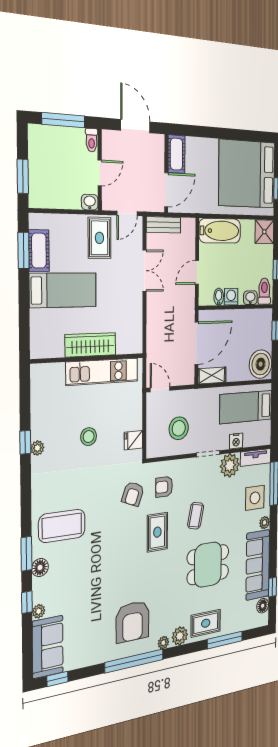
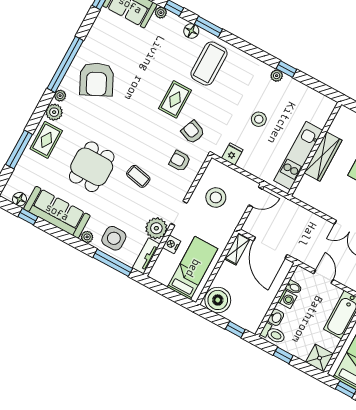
armchair: (164, 487) -> (180, 161), turned -90
rug: (157, 532) -> (175, 99), moved, turned 90
armchair: (133, 622) -> (97, 79), turned -116

